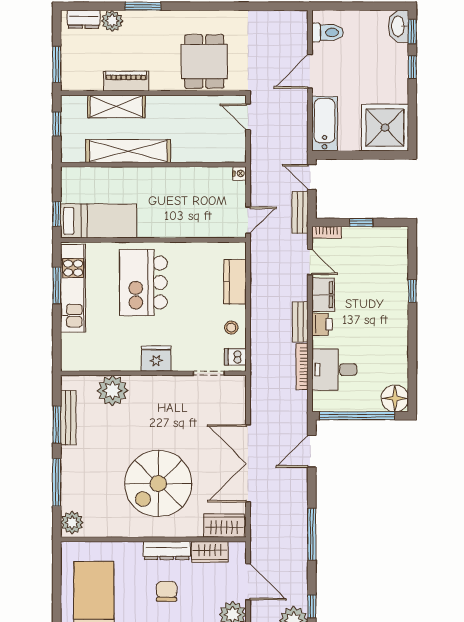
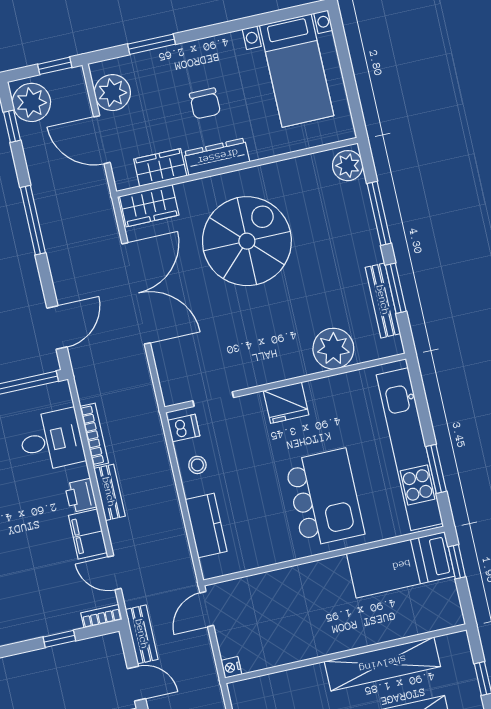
kitchen unit: (73, 288) -> (410, 449), width x1.36

